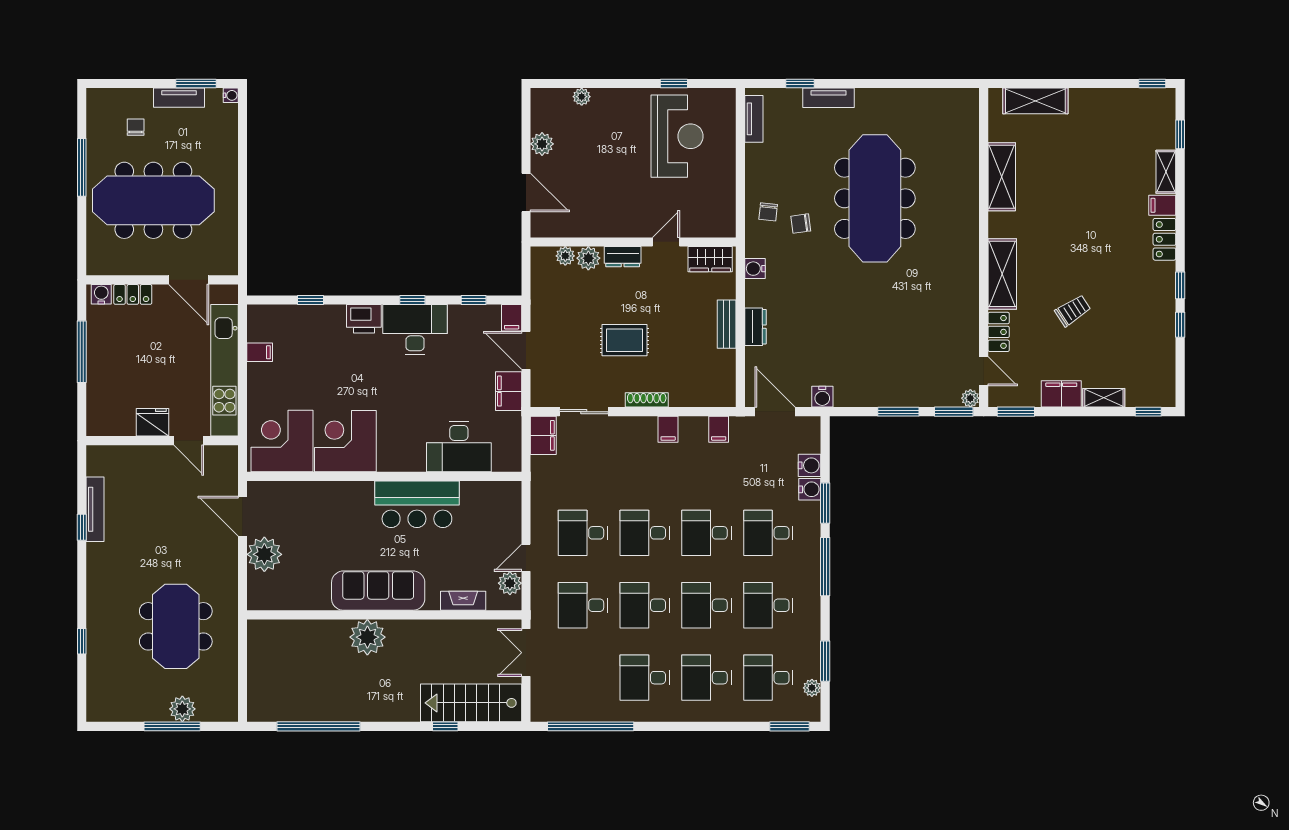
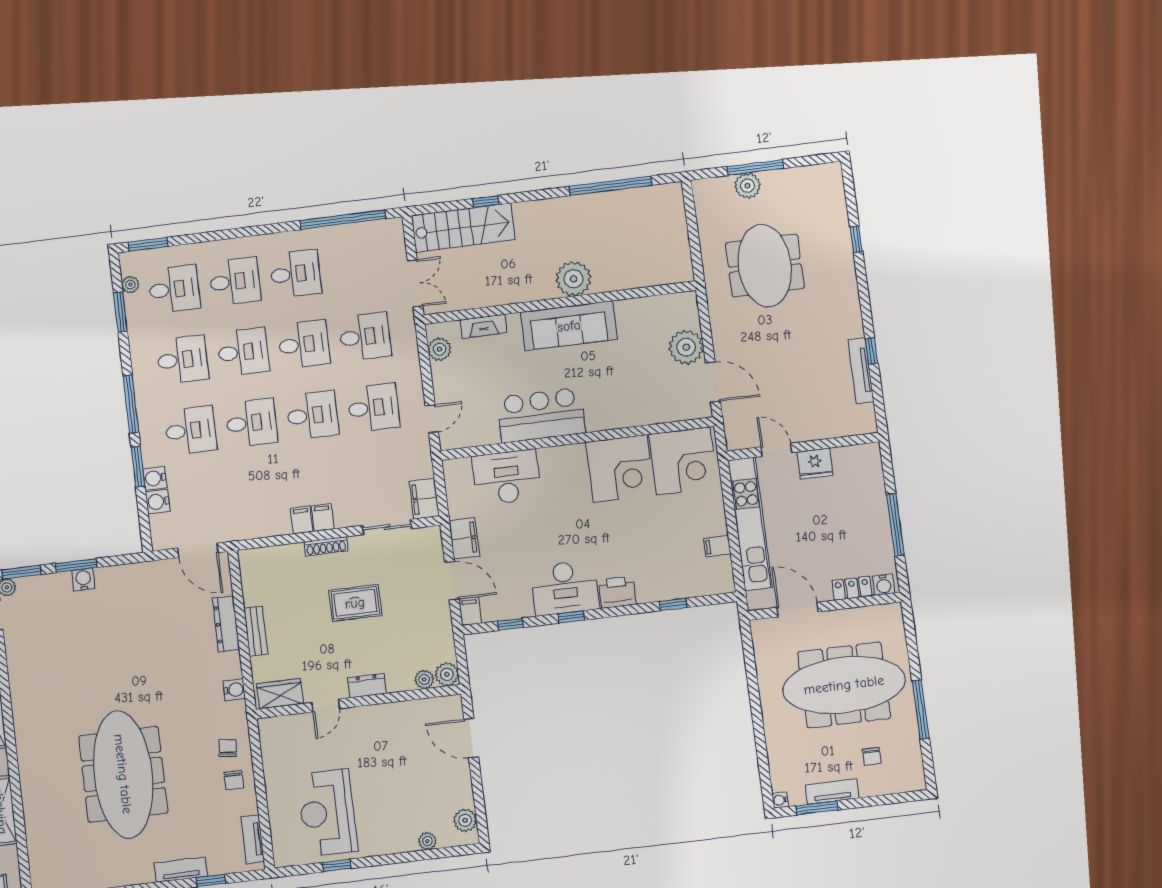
plant: (542, 144) -> (465, 820), moved
chair: (801, 224) -> (234, 780), moved, turned 98
plant: (588, 258) -> (447, 674), moved
dresser: (755, 327) -> (226, 624), width x1.44
water cooler: (822, 397) -> (83, 580), moved
filing cabinet: (719, 429) -> (323, 517), moved
door: (526, 558) -> (432, 419), moved

